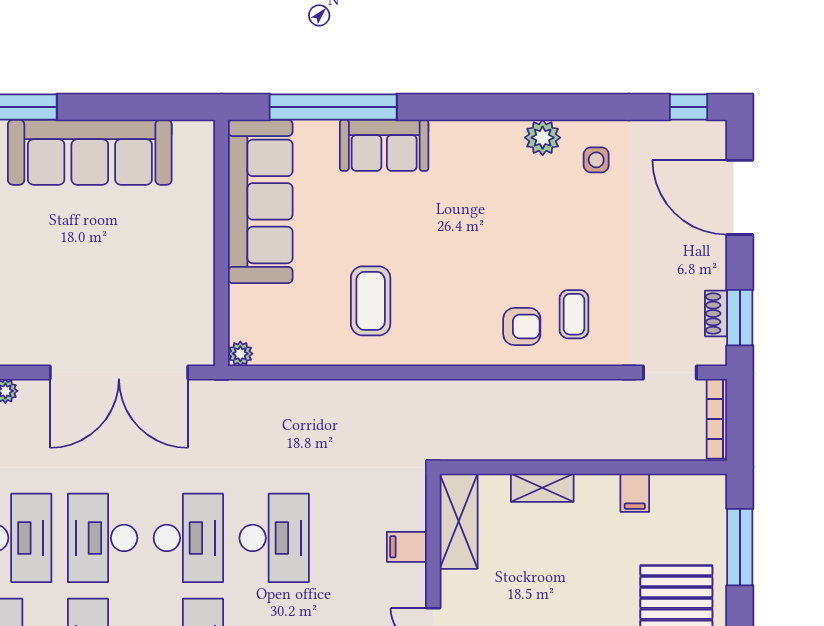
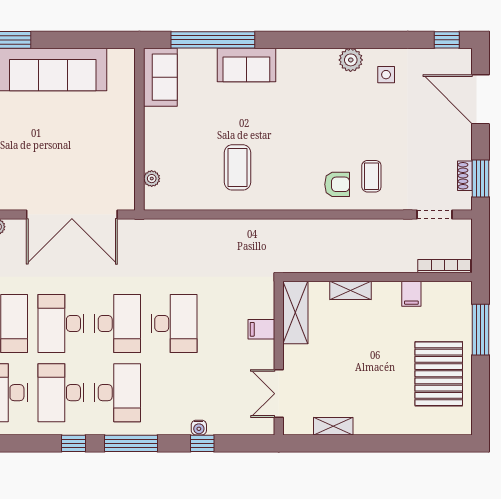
sofa: (260, 201) -> (160, 77), width x0.54, depth x0.79
plant: (240, 354) -> (152, 179), moved
bookcase: (717, 419) -> (444, 266), moved, turned 90

